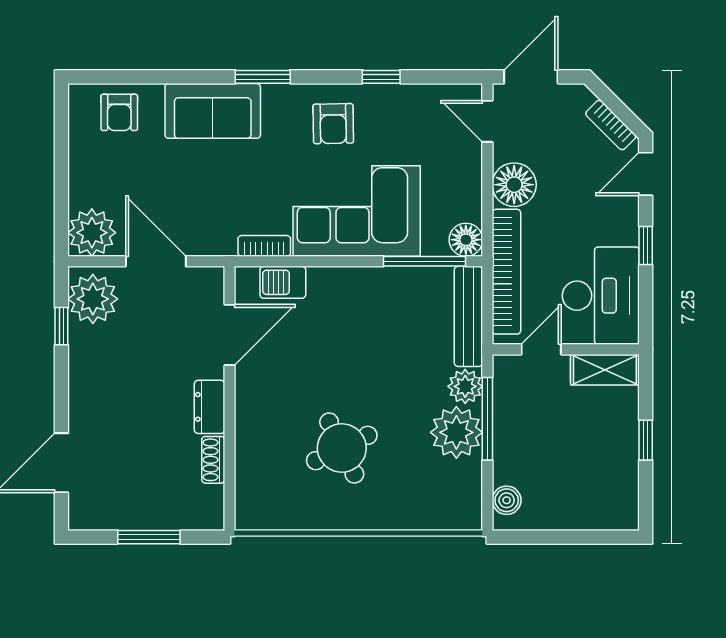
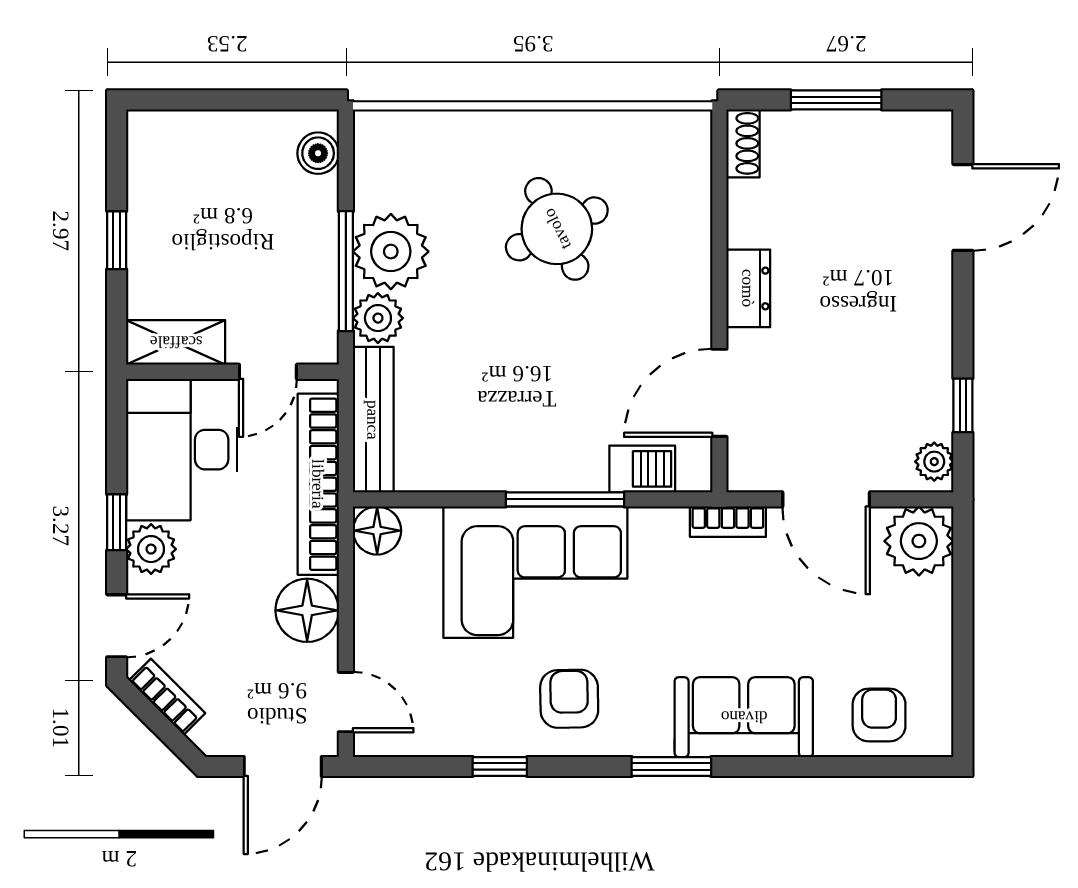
plant: (622, 227) -> (151, 549), added
bookcase: (264, 246) -> (728, 522), moved
window: (424, 261) -> (565, 499), moved
plant: (93, 299) -> (934, 462), width x0.53, depth x0.53
shoe rack: (213, 460) -> (743, 143), moved

